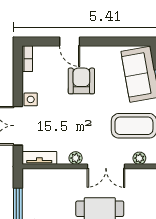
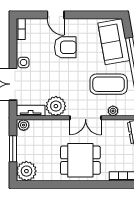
armchair: (81, 81) -> (65, 47), turned 90
plant: (76, 158) -> (56, 106), width x1.88, depth x1.88
plant: (31, 175) -> (24, 125), added

